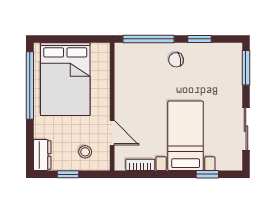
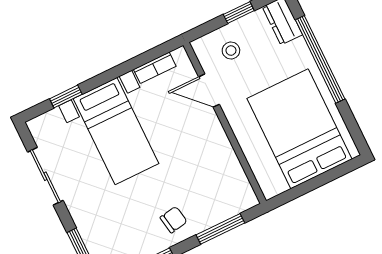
window: (149, 39) -> (220, 229), width x0.69
window: (30, 86) -> (320, 59), moved

